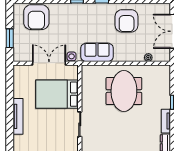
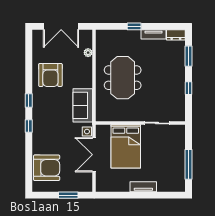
armchair: (127, 21) -> (50, 75), turned 90
meeting table: (124, 91) -> (123, 78), turned 90
tv unit: (18, 116) -> (143, 187), width x0.71

